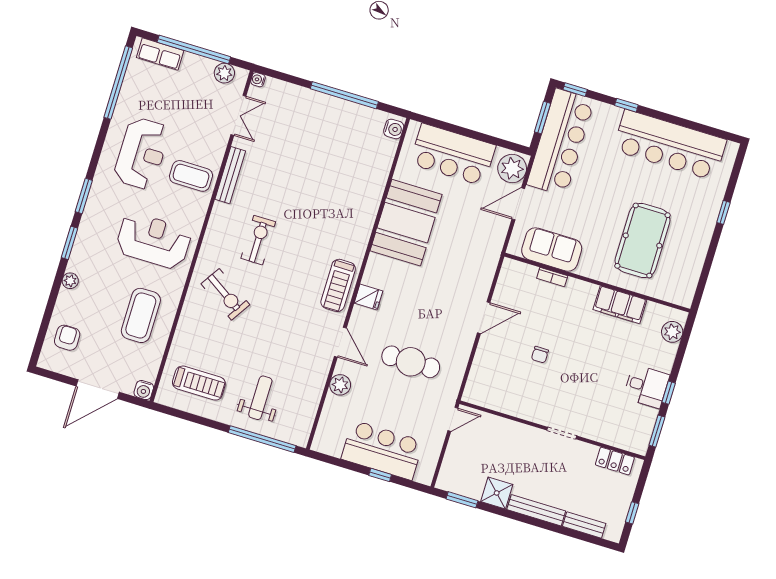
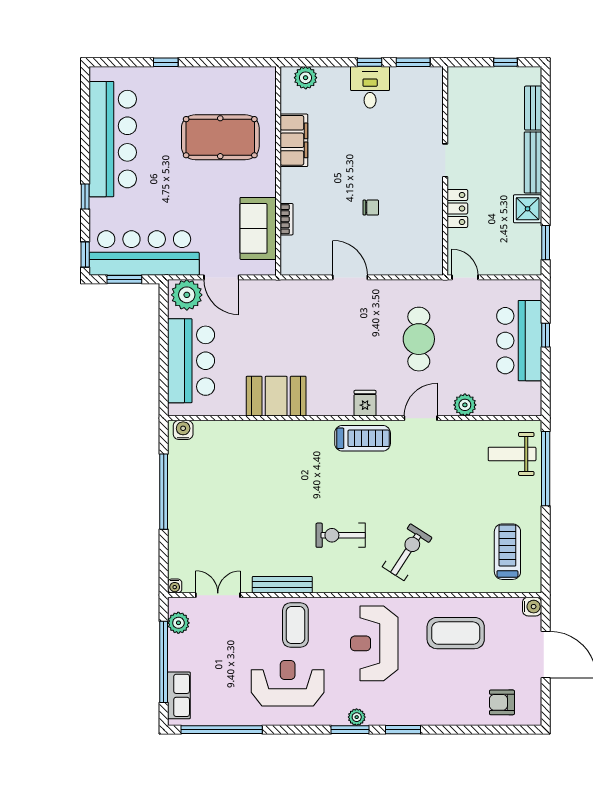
booth: (406, 223) -> (276, 396), width x0.73, depth x0.70
plant: (70, 281) -> (357, 717), moved
weight bench: (260, 398) -> (512, 454), moved
locker: (615, 461) -> (457, 208), moved

